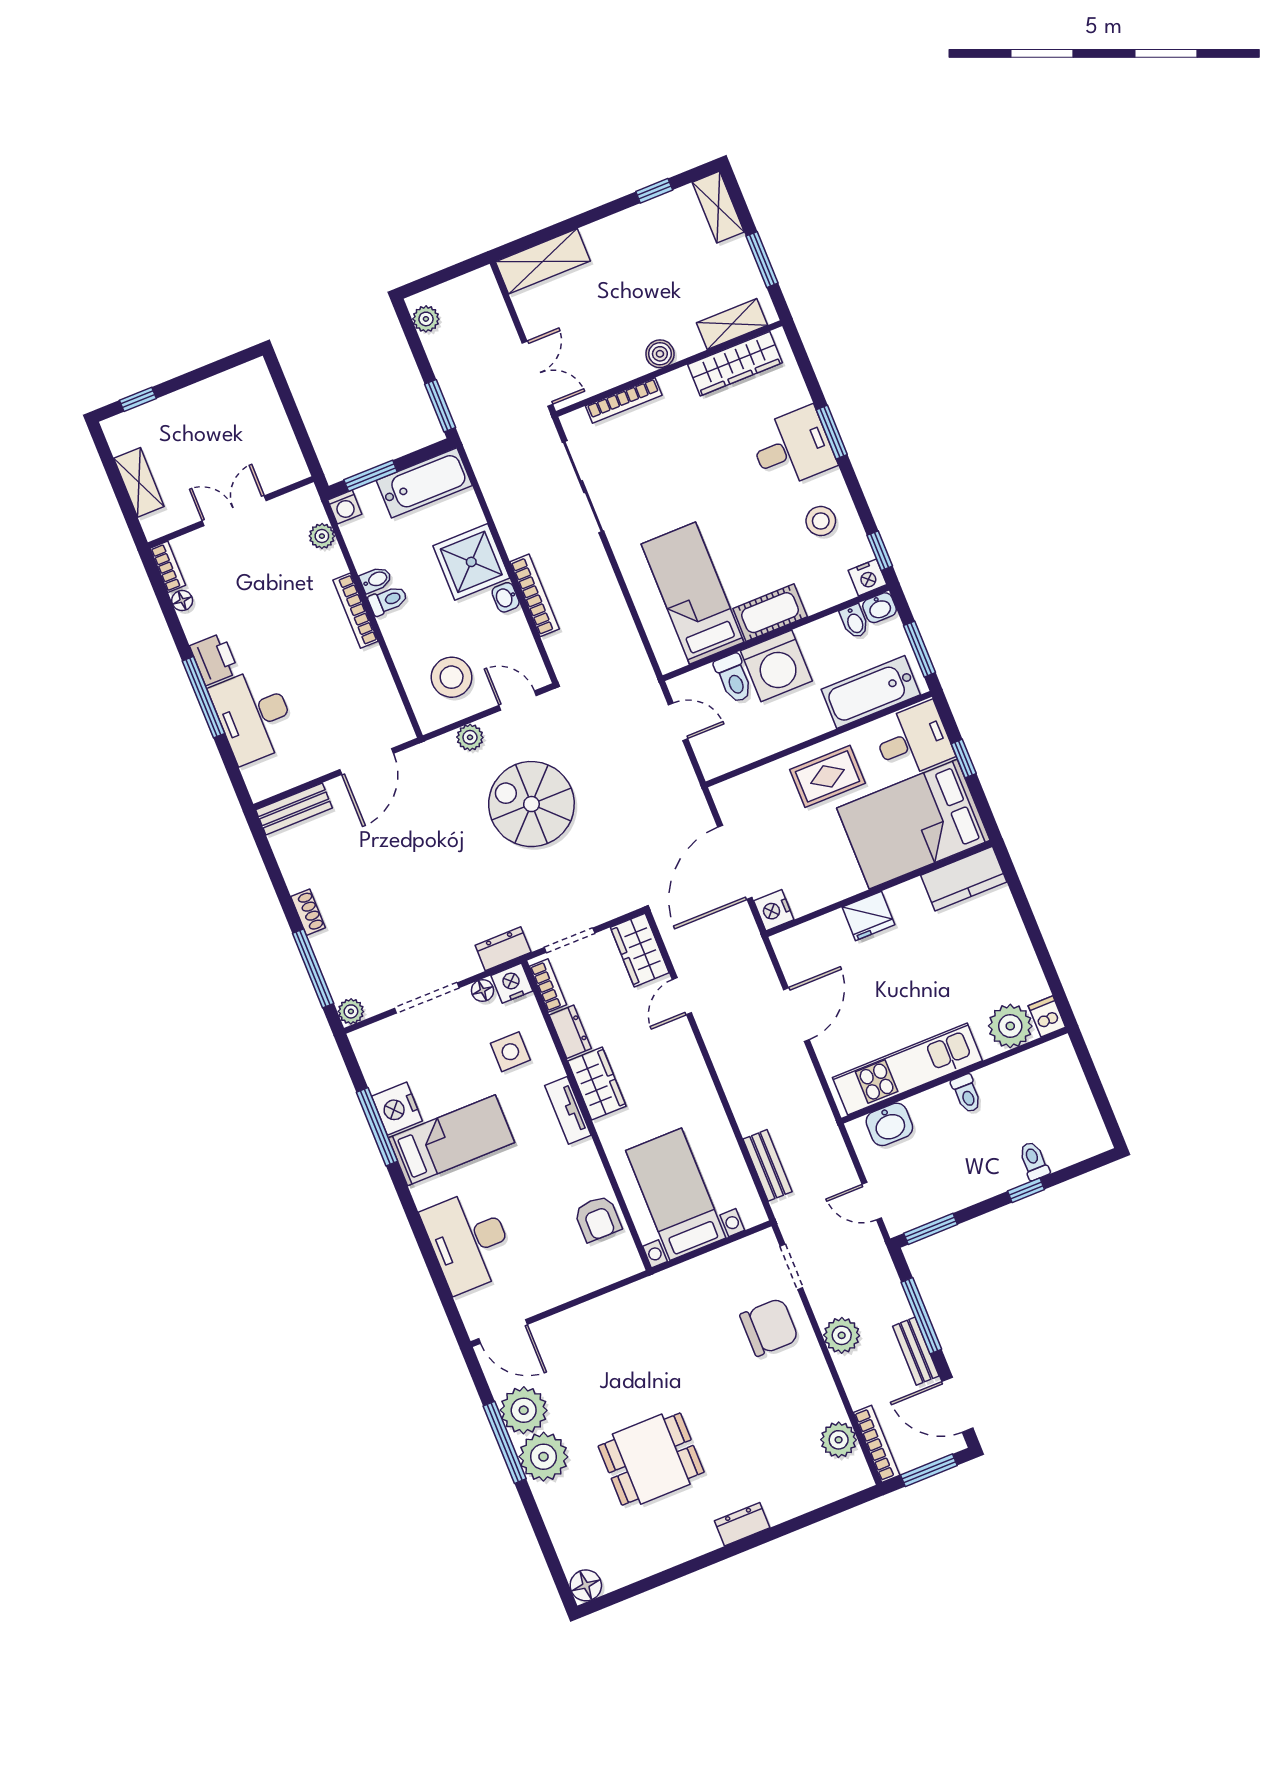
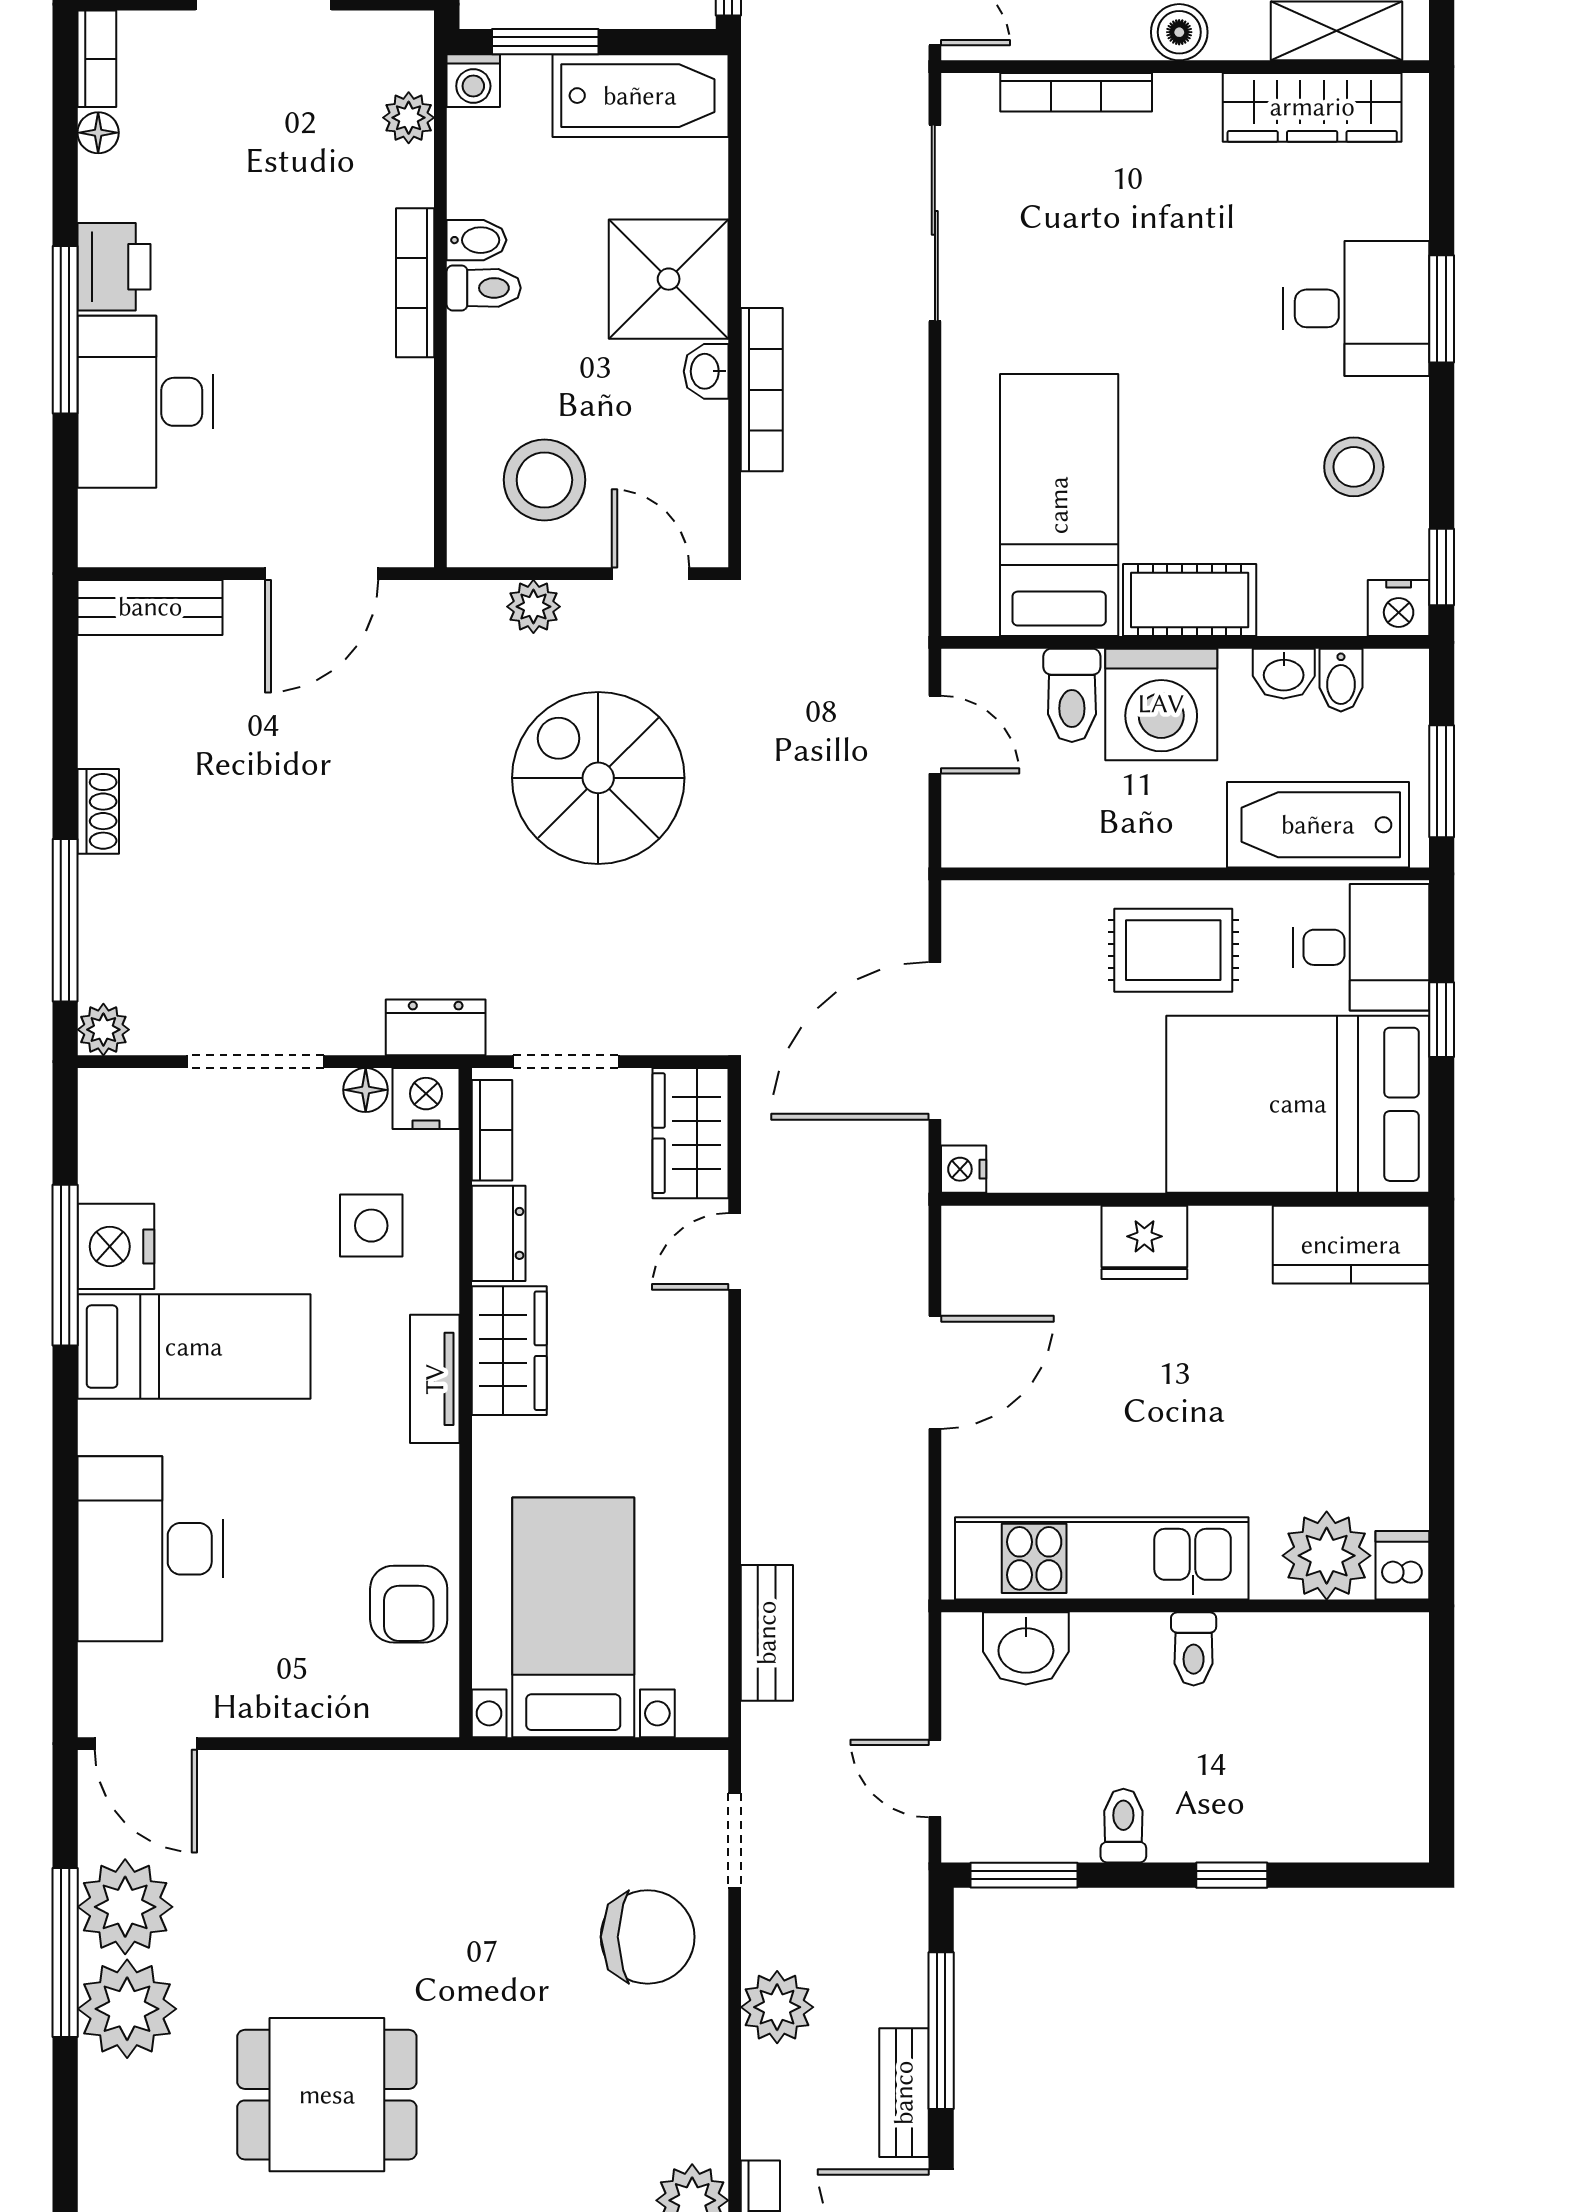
washbasin: (880, 608) -> (1284, 674), moved
nightstand: (774, 910) -> (964, 1169), width x0.72, depth x0.74
toilet: (1034, 1161) -> (1123, 1826), moved

